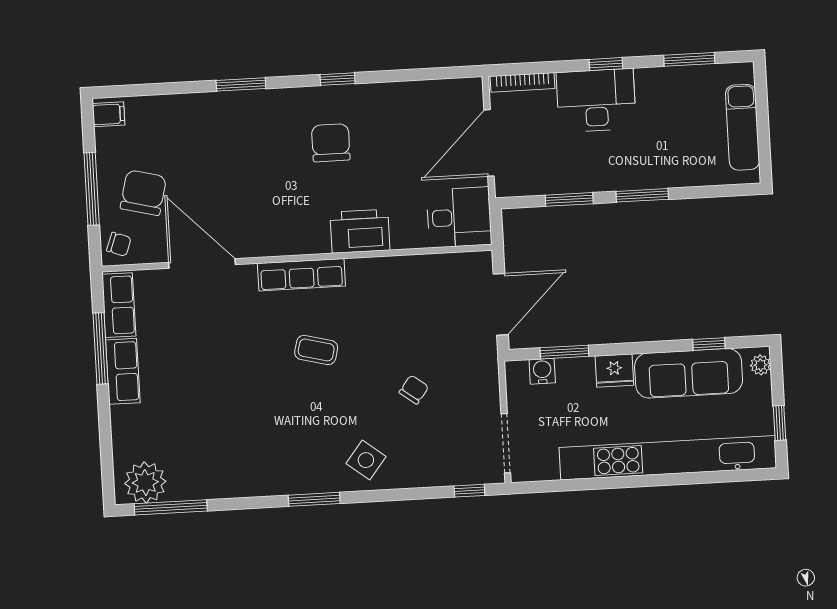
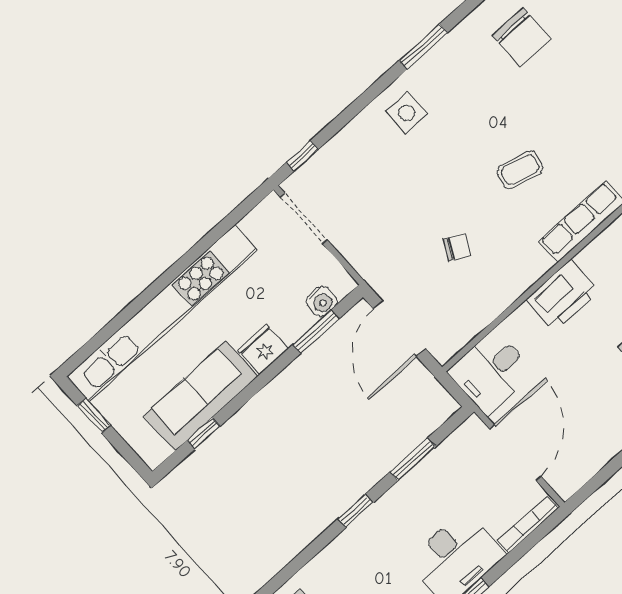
window: (642, 195) -> (356, 511), width x0.67
plant: (761, 365) -> (147, 450), removed
chair: (414, 390) -> (457, 247), moved, turned -99
chair: (236, 447) -> (521, 38), added
side table: (366, 460) -> (407, 113), turned -38

